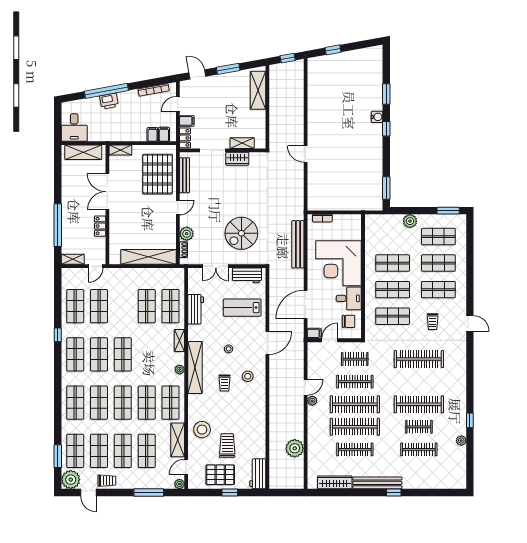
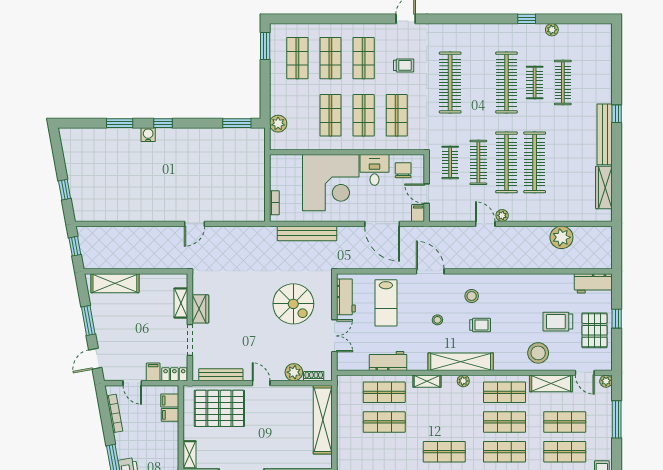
plant: (410, 221) -> (278, 124), moved
clothes rail: (355, 449) -> (563, 162), removed

